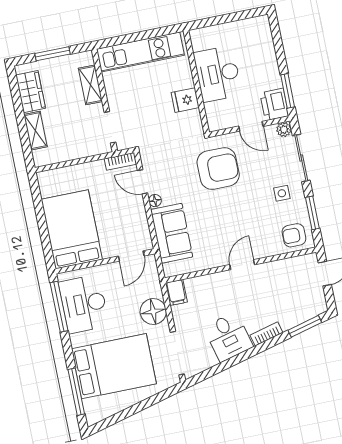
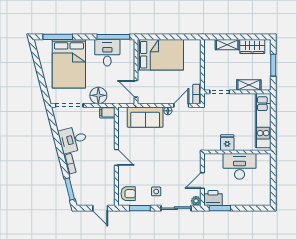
armchair: (218, 169) -> (180, 155), removed
armchair: (294, 235) -> (128, 194), turned 90
desk: (84, 304) -> (107, 53), width x0.73

